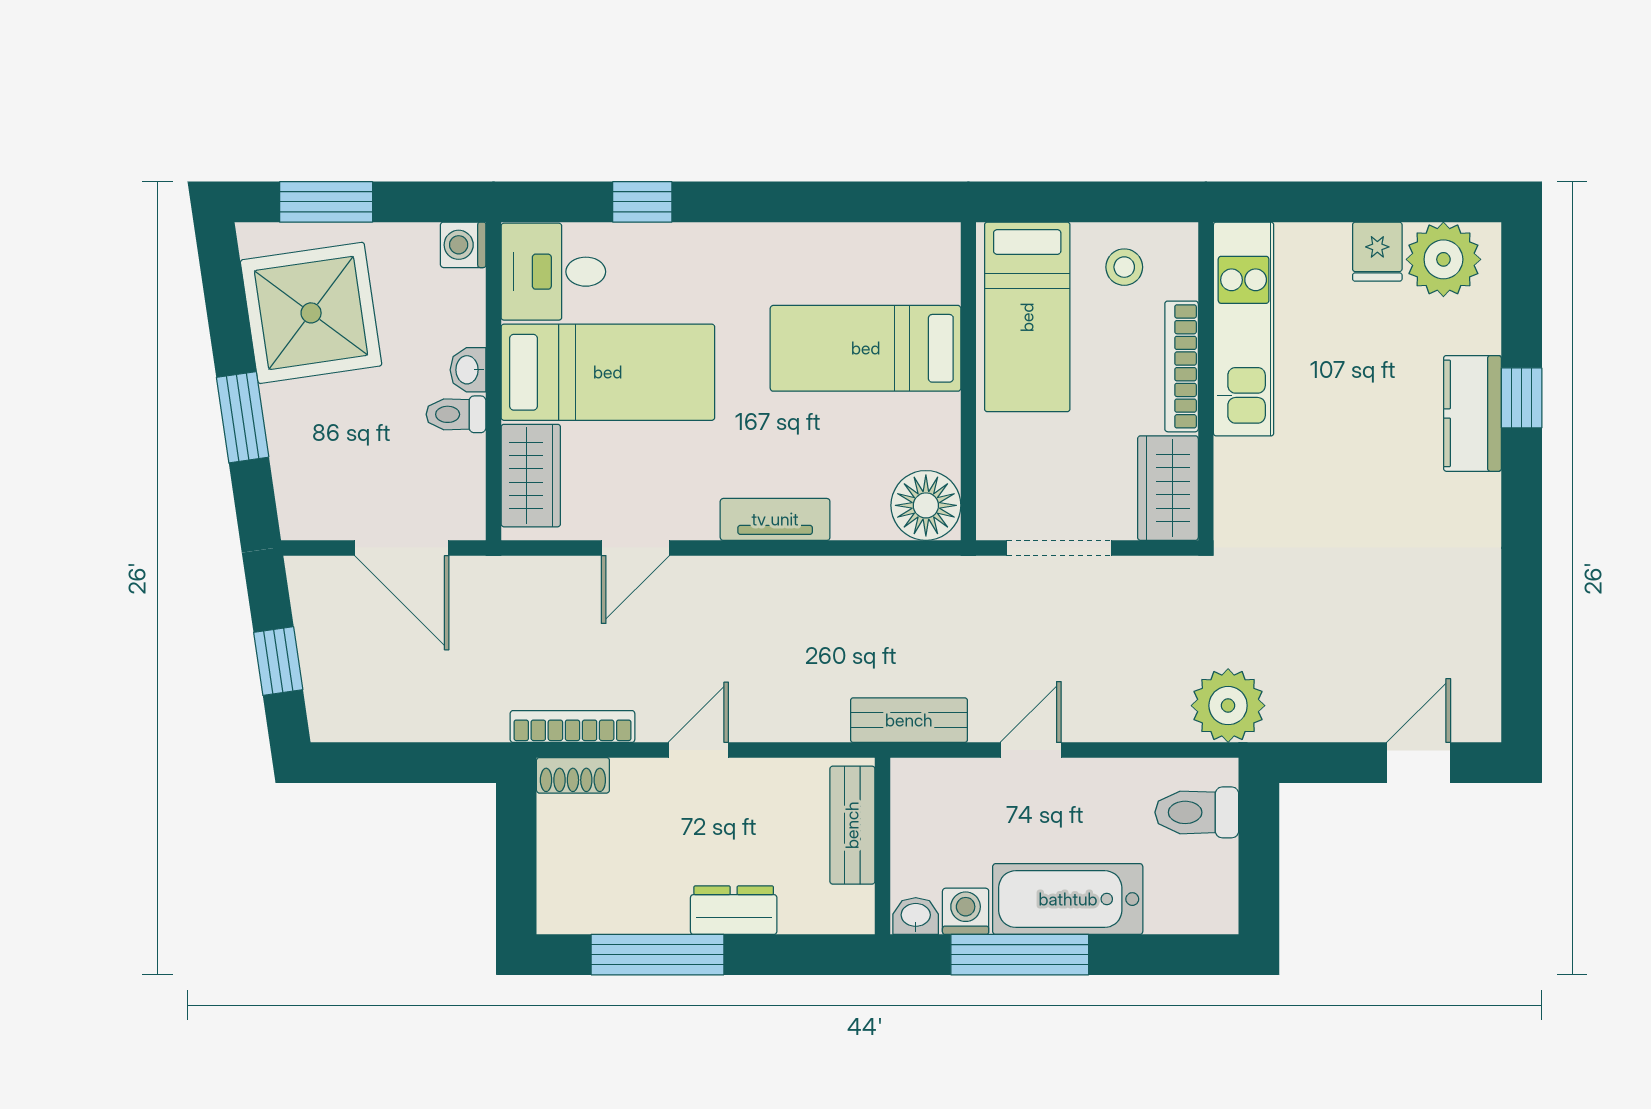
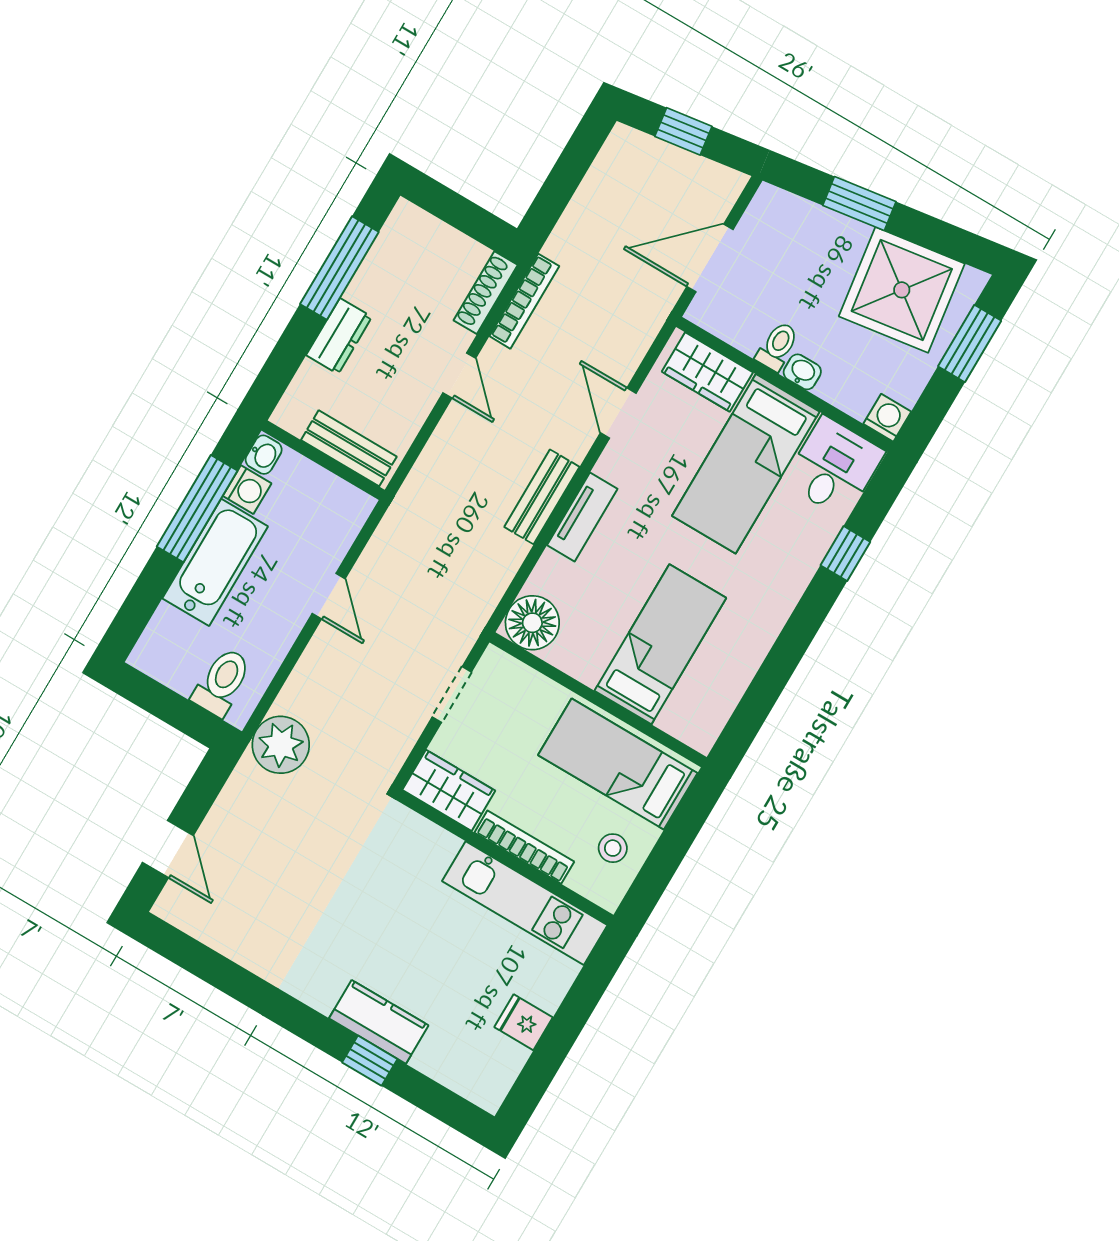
plant: (1443, 259) -> (492, 1063), removed
doorway: (1059, 548) -> (452, 695), width x0.73
bench: (909, 720) -> (542, 497), moved
shoe rack: (573, 775) -> (486, 293), width x1.43

